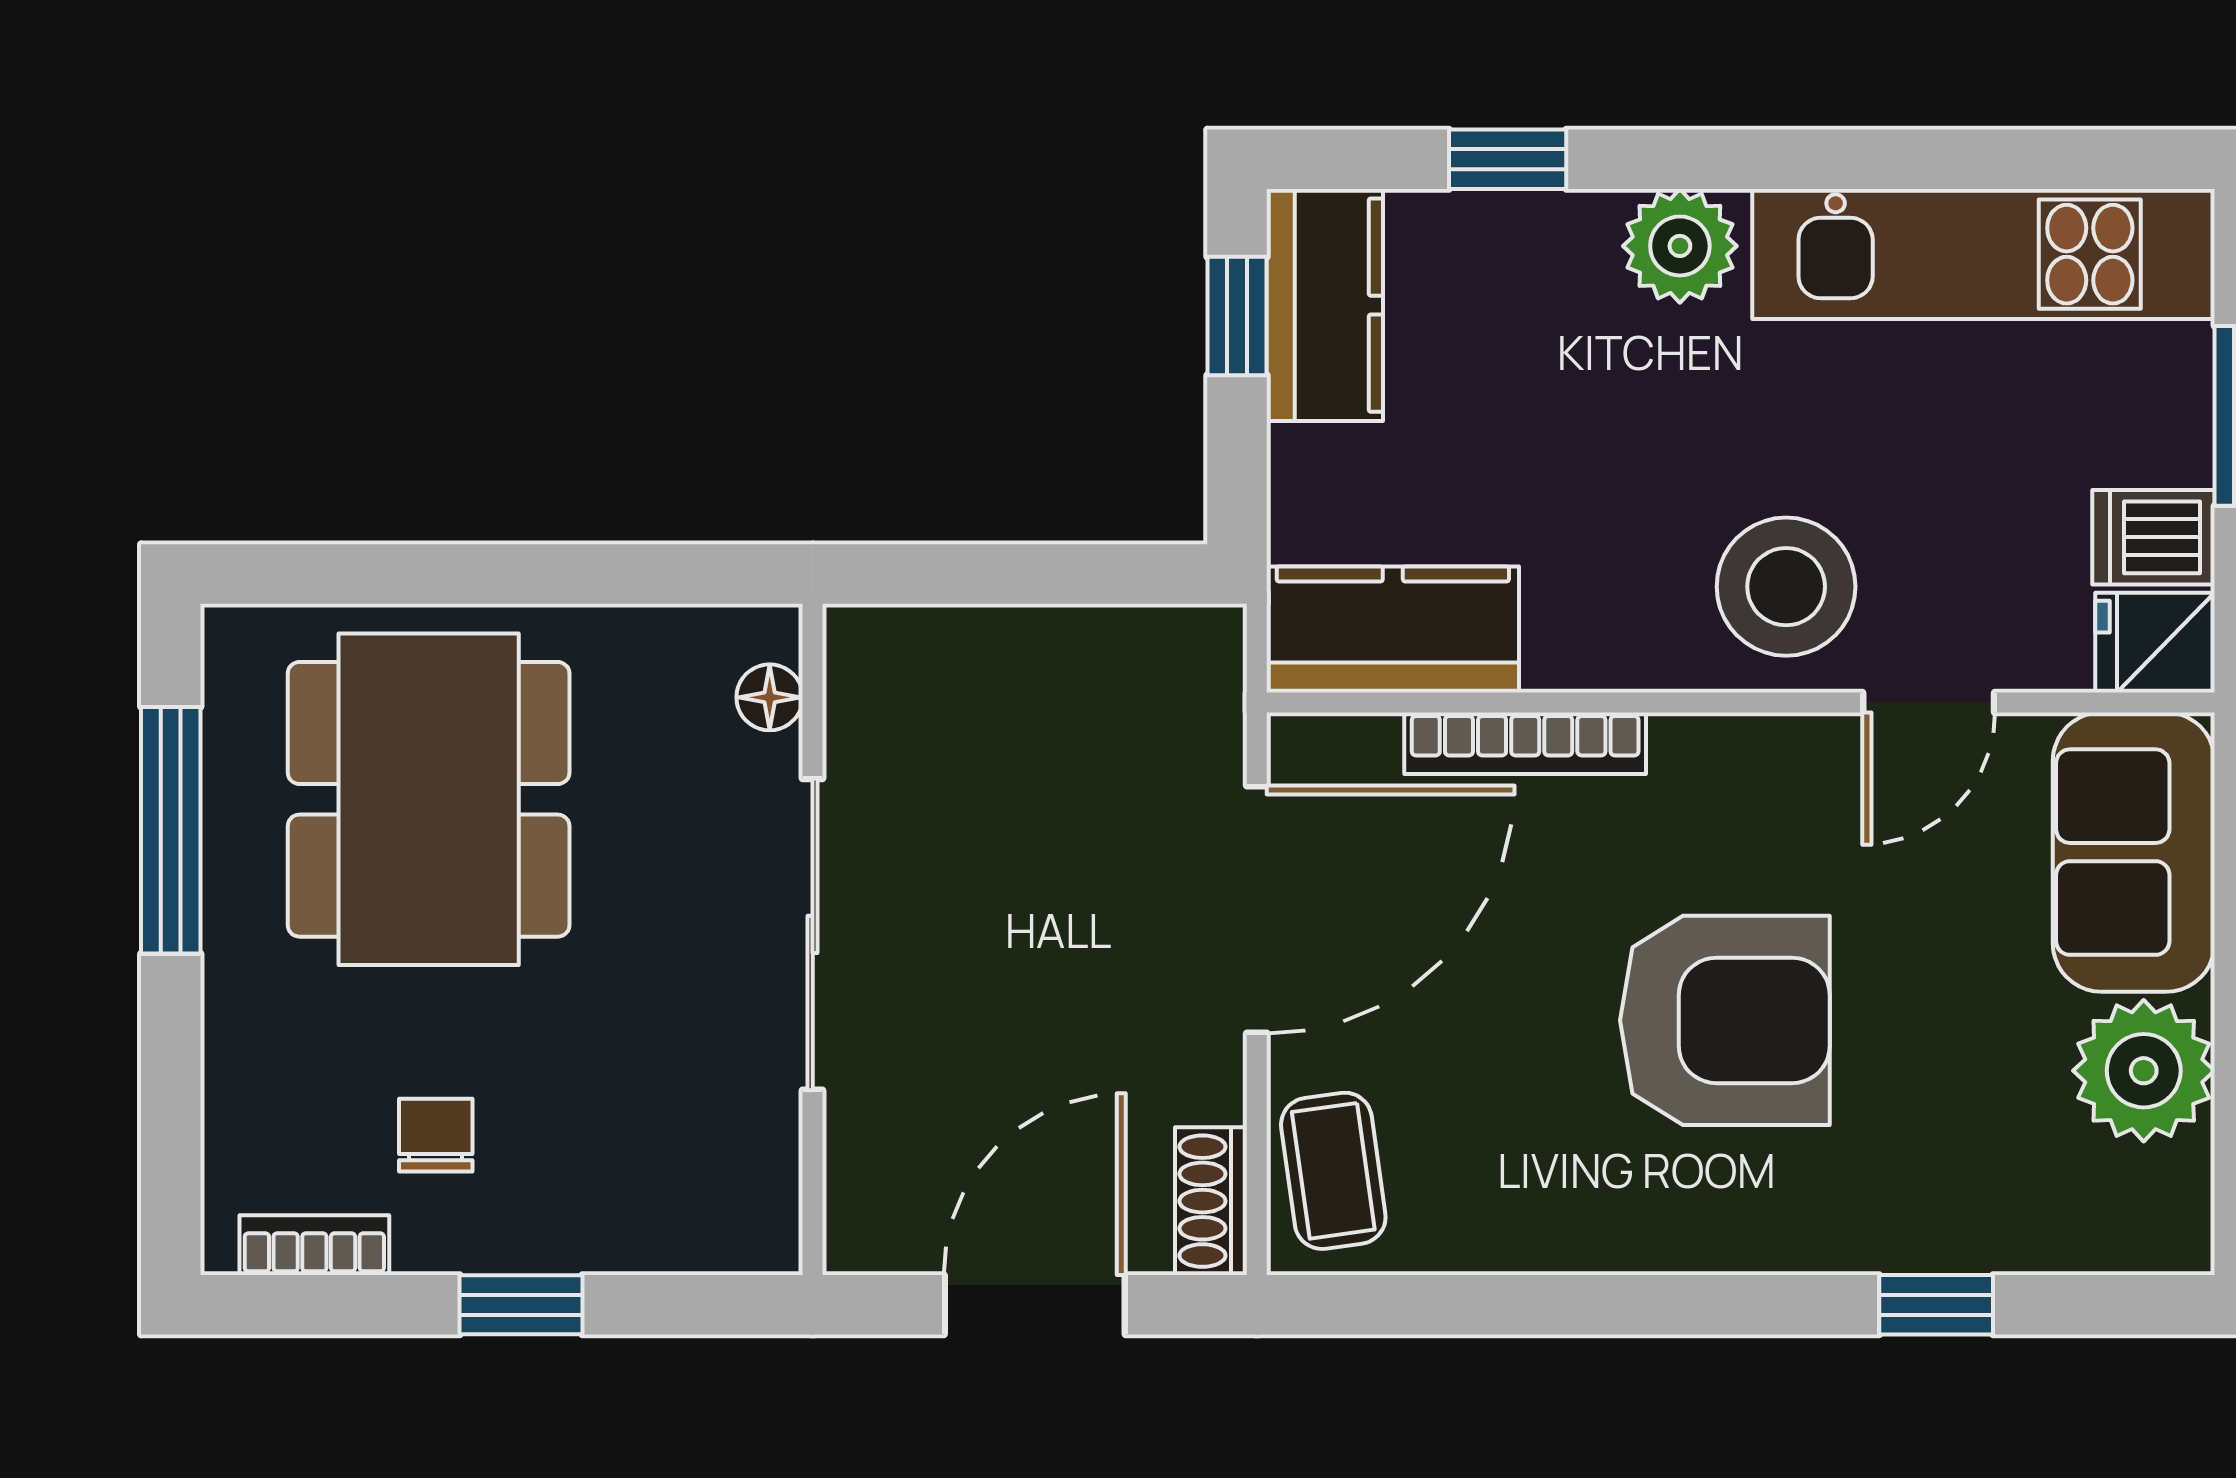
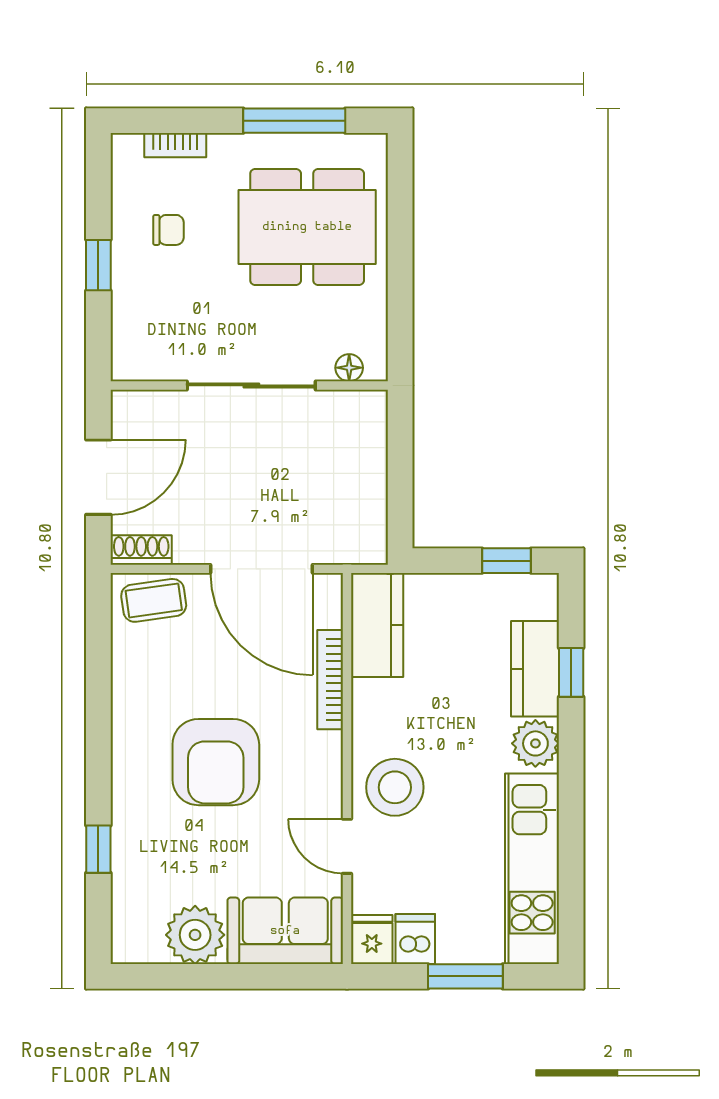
kitchen counter: (1325, 305) -> (535, 669), moved, turned 90
bookcase: (314, 1245) -> (175, 145), moved, turned 90
door: (1035, 1305) -> (98, 477), hinge flipped

